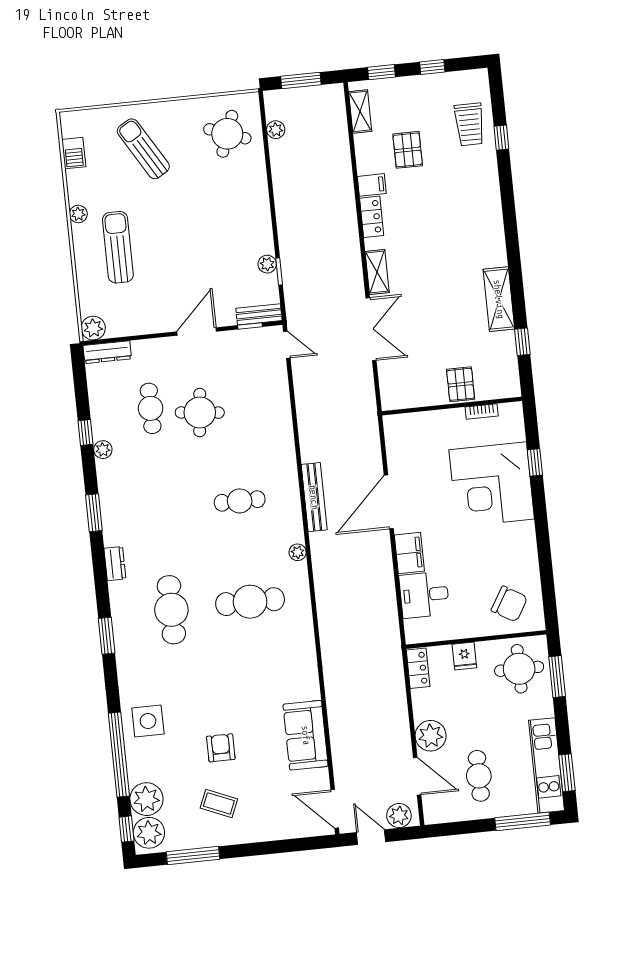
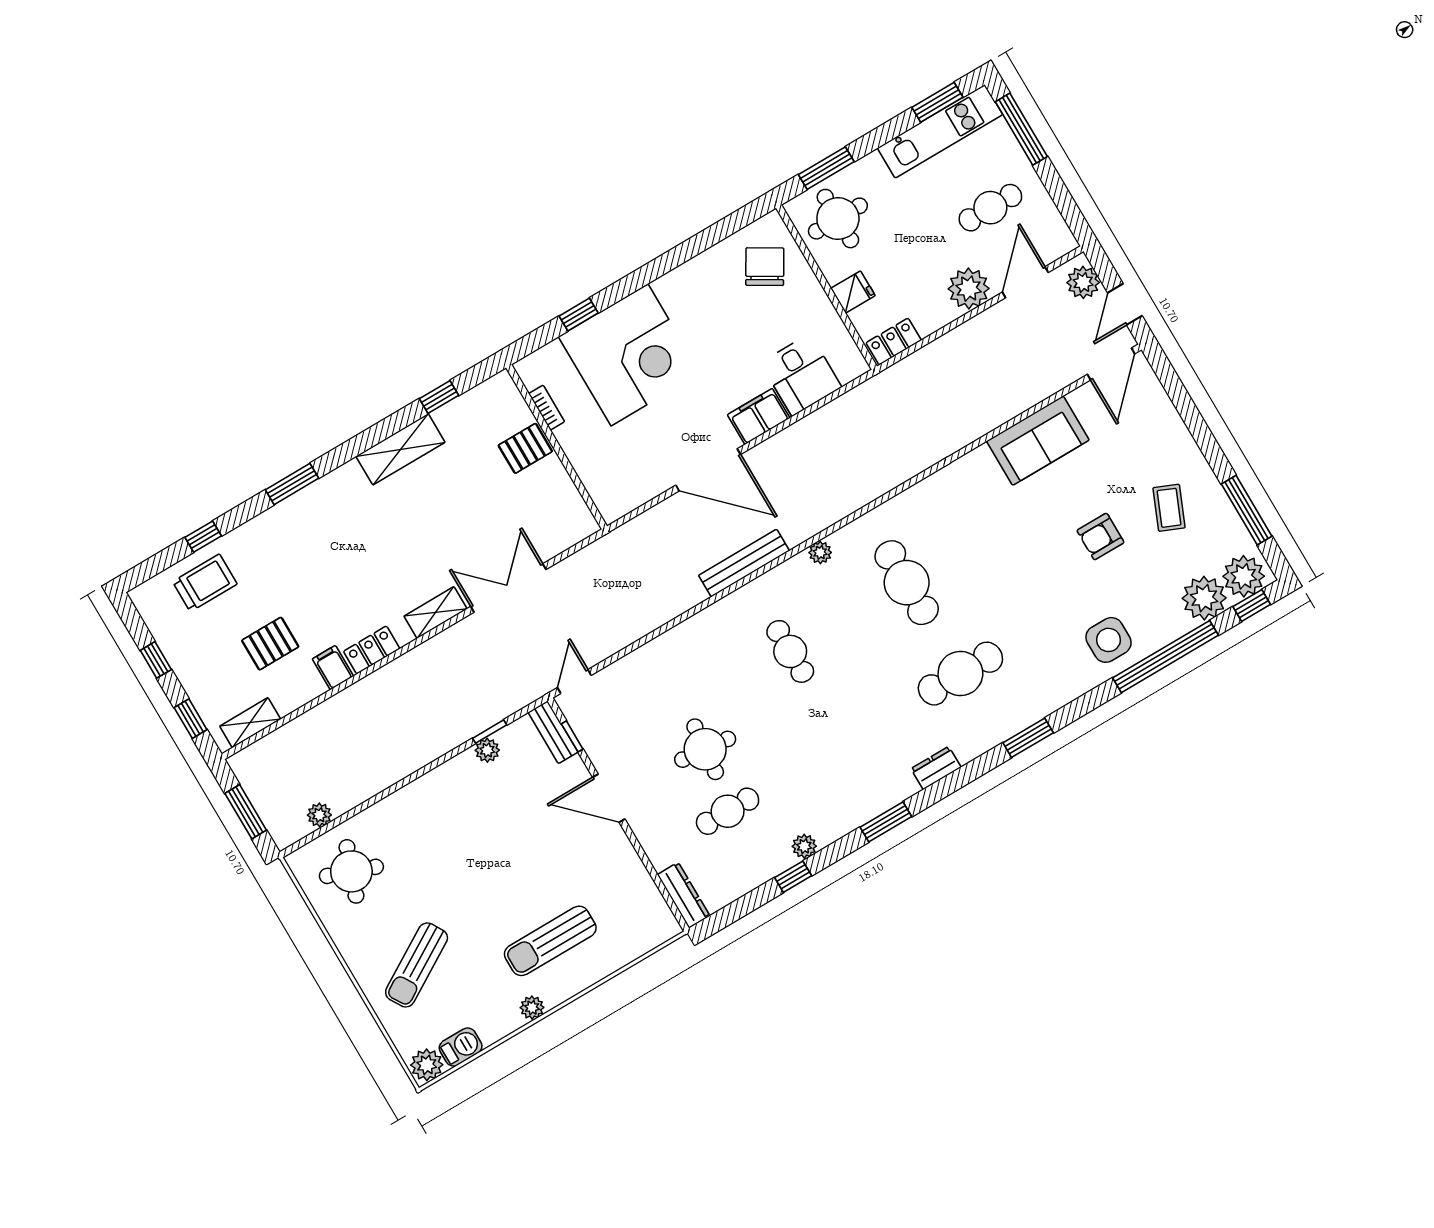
window: (509, 215) -> (292, 484), added
plant: (93, 328) -> (427, 1065), moved

